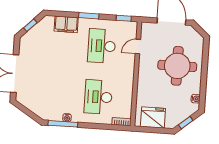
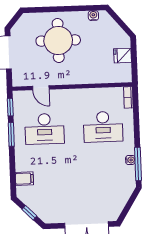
window: (89, 16) -> (11, 134), moved
filing cabinet: (66, 24) -> (24, 179), width x0.50
fridge: (153, 118) -> (123, 56), width x0.53, depth x0.75
window: (186, 123) -> (122, 24), removed

